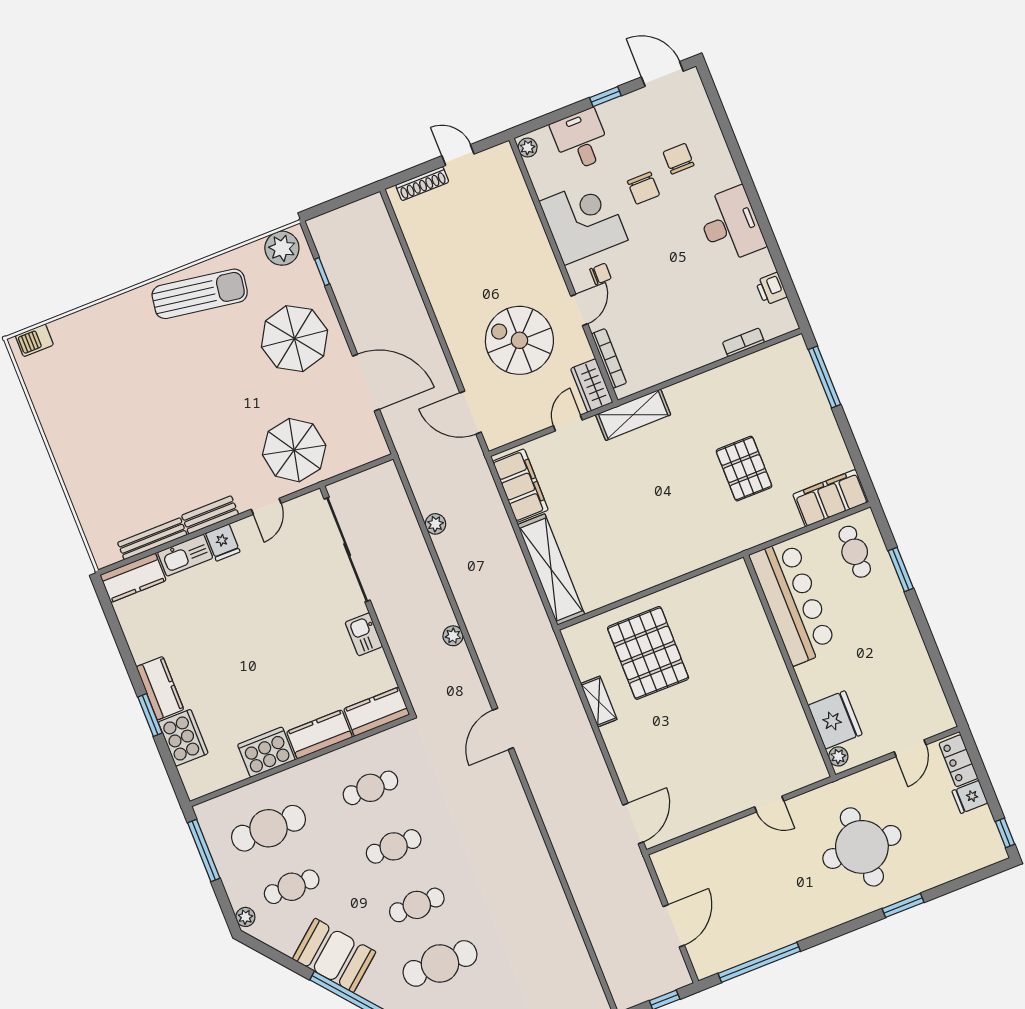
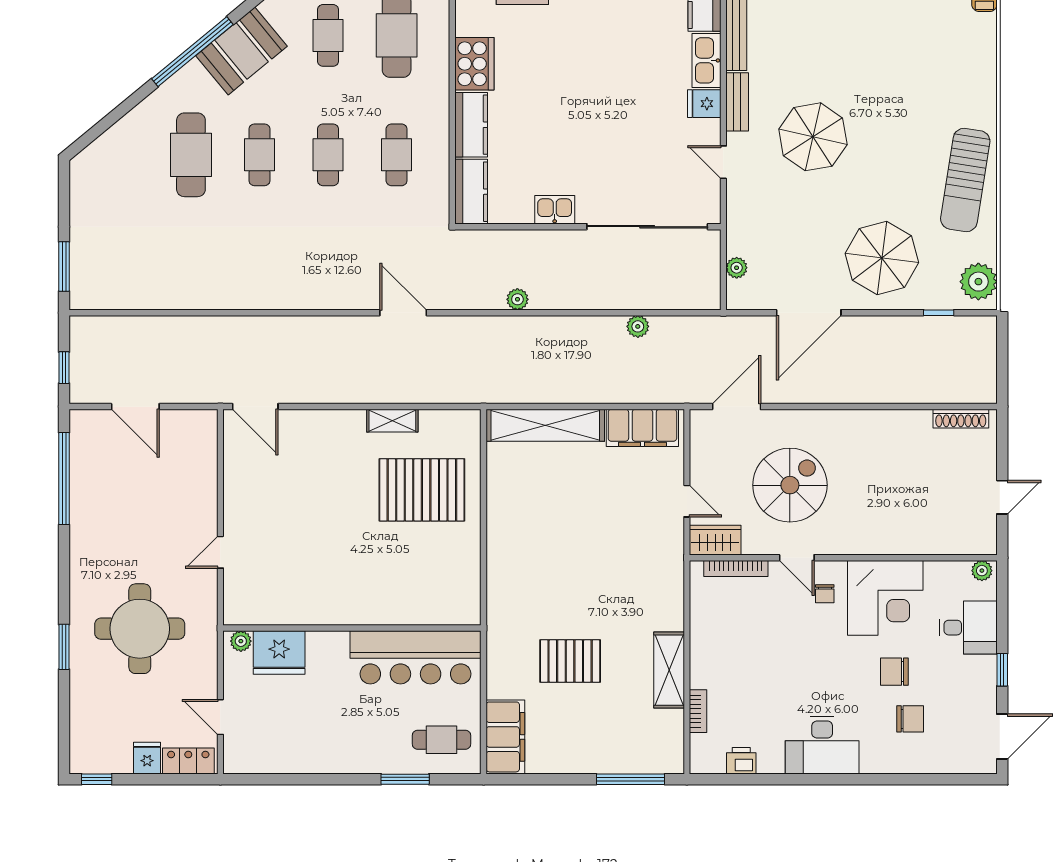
shoe rack: (422, 184) -> (961, 419), moved, turned -90
shelving: (633, 415) -> (669, 670), moved
parasol: (294, 450) -> (813, 137), moved
plant: (352, 459) -> (737, 268), added

